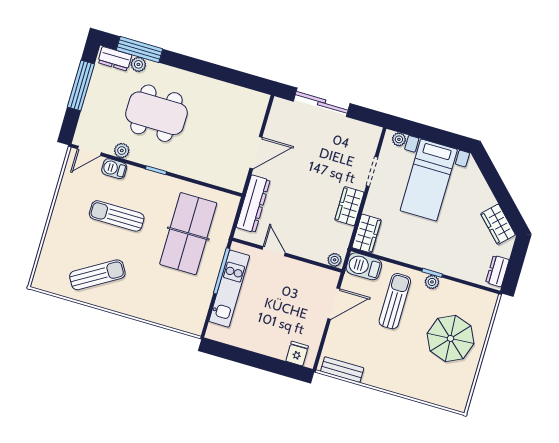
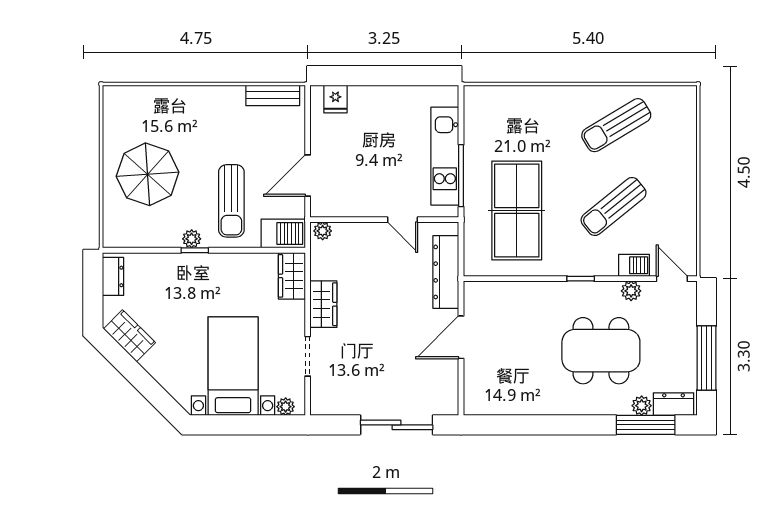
door: (89, 151) -> (672, 279), hinge flipped
sun lounger: (117, 216) -> (614, 206), turned 141

